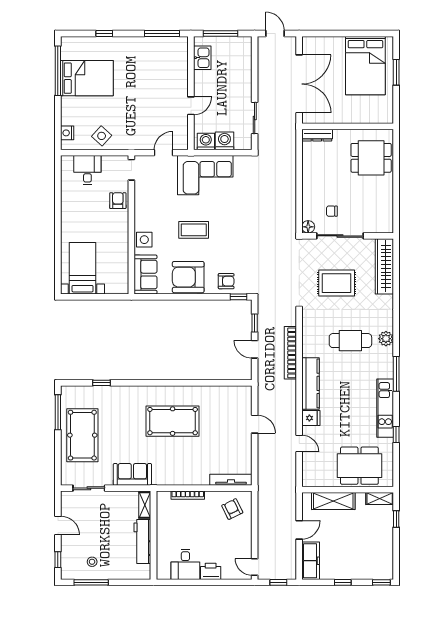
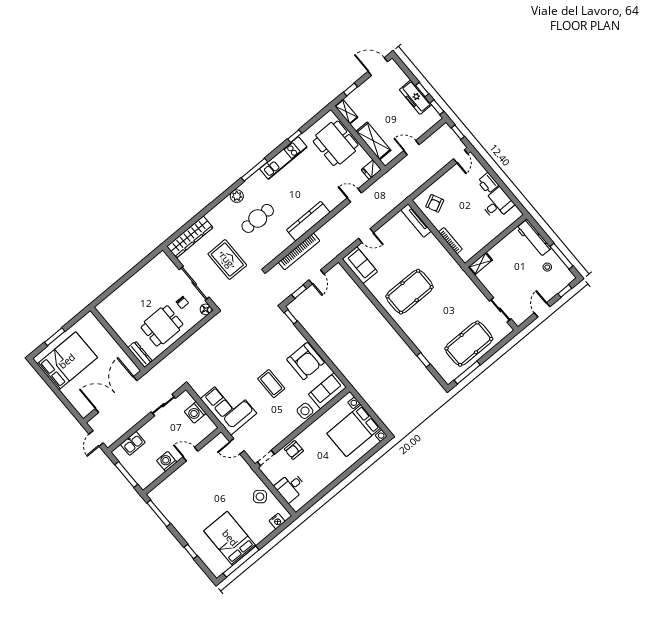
kitchen sink: (202, 58) -> (133, 443), moved, turned 180
washing machine: (206, 141) -> (167, 461), moved, turned 90
dining table: (371, 158) -> (162, 326), moved, turned 90
bed with nightstands: (83, 268) -> (354, 431), width x1.36
armchair: (226, 281) -> (287, 334), removed
cafe table: (350, 341) -> (258, 218), turned 90
fridge: (311, 418) -> (371, 170), moved, turned -90
pool table: (173, 421) -> (410, 292), turned 90
door: (255, 424) -> (366, 236), swing flipped
door: (299, 443) -> (354, 195), hinge flipped
sofa: (132, 474) -> (360, 265), moved, turned 180
workbench: (142, 542) -> (534, 238), moved, turned 90
door: (396, 560) -> (378, 67), added
freezer: (311, 561) -> (416, 97), moved, turned -90
window: (381, 582) -> (437, 107), moved

